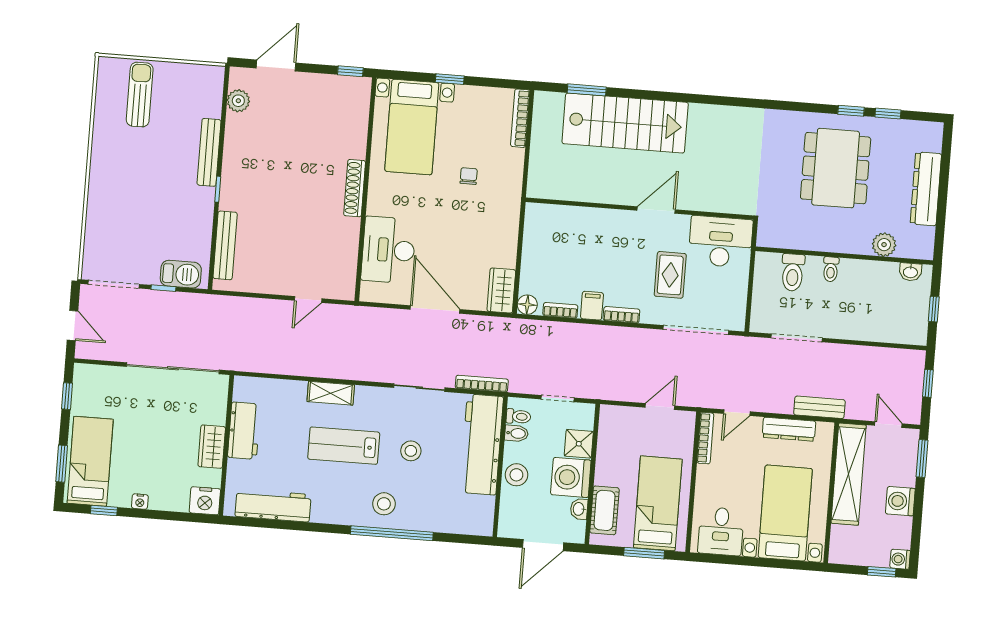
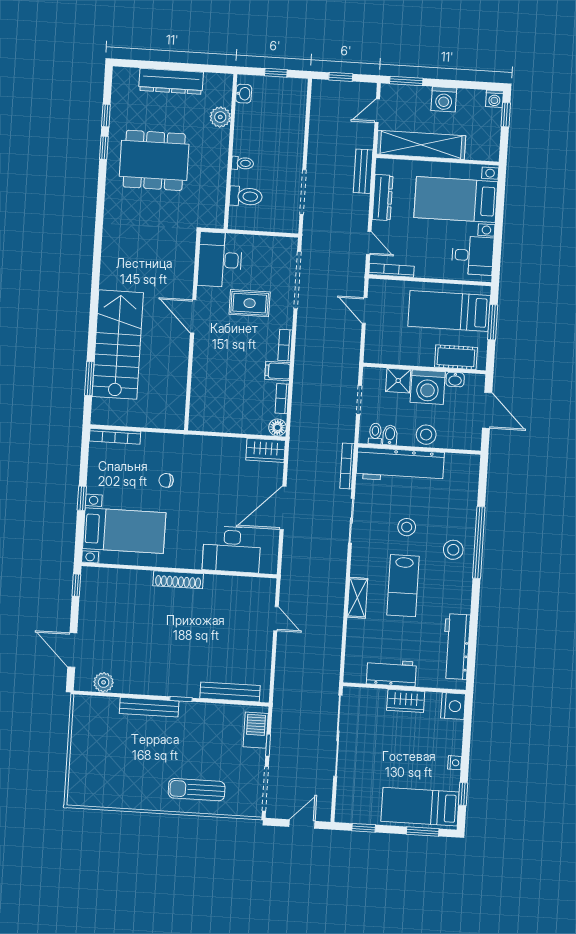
sun lounger: (140, 95) -> (197, 790), moved

